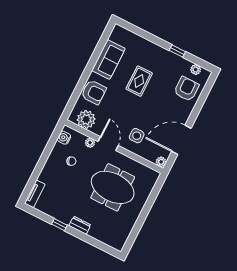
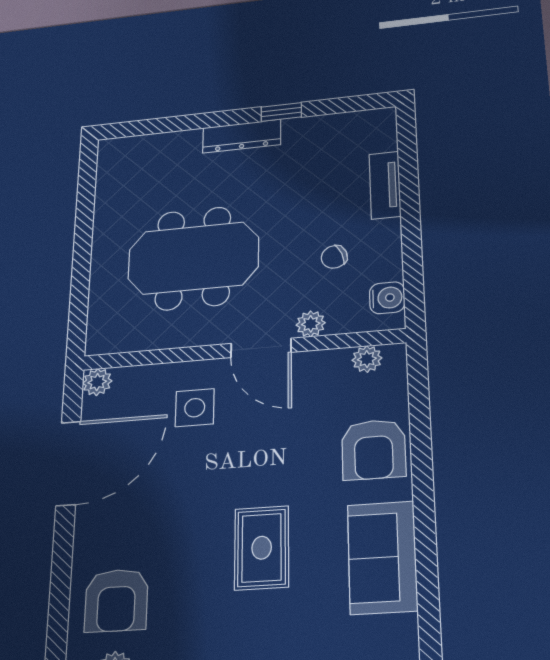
armchair: (94, 92) -> (374, 449), turned -90
plant: (86, 119) -> (367, 359), width x0.53, depth x0.53
tv unit: (35, 194) -> (385, 185), moved
dresser: (80, 225) -> (242, 136), width x1.44

